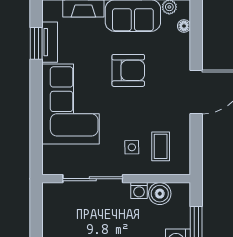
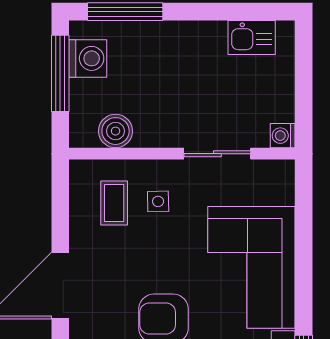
sliding door: (93, 179) -> (217, 154), width x0.73
washing machine: (139, 191) -> (283, 136), moved, turned -90

